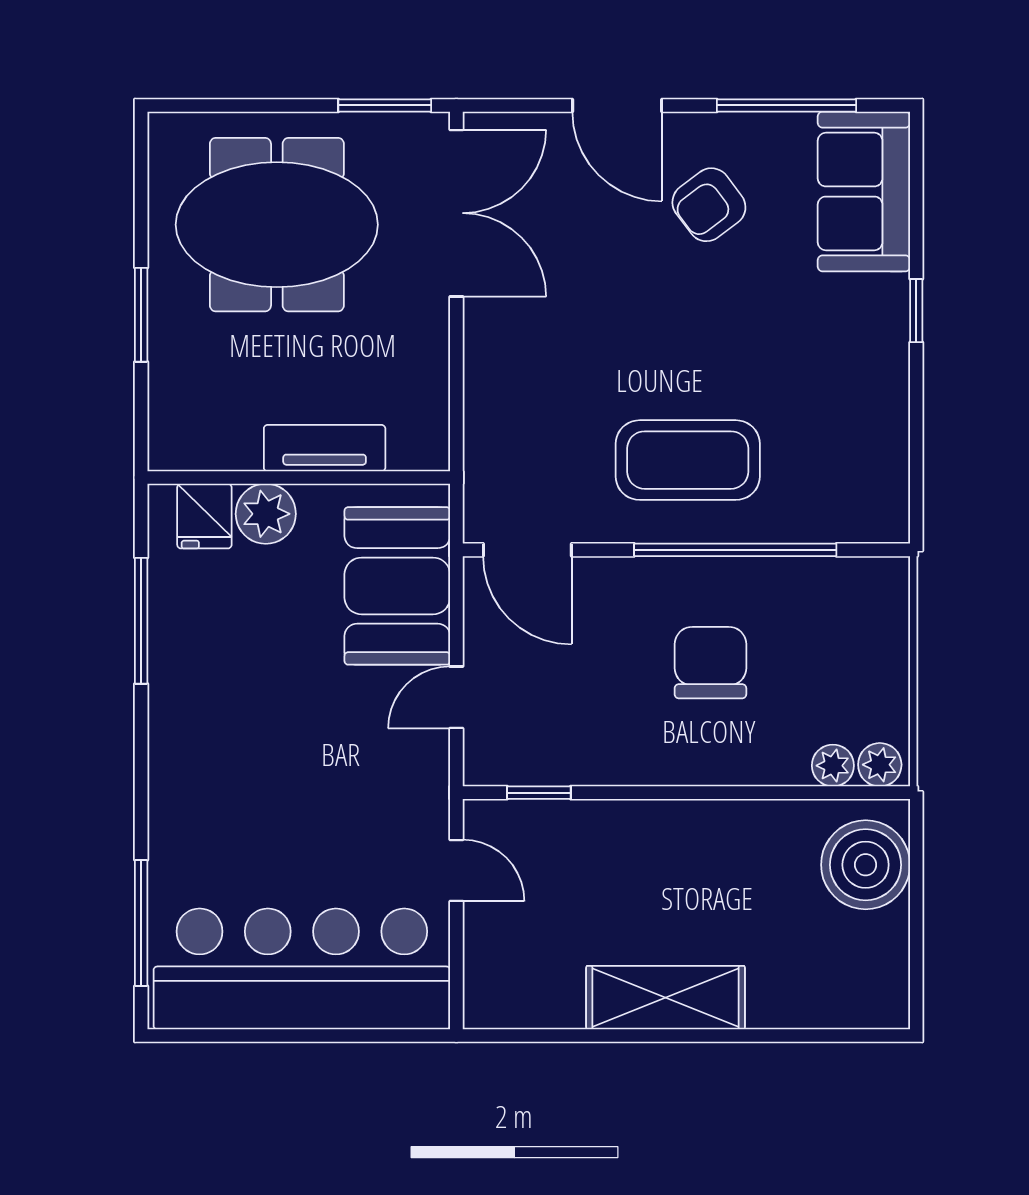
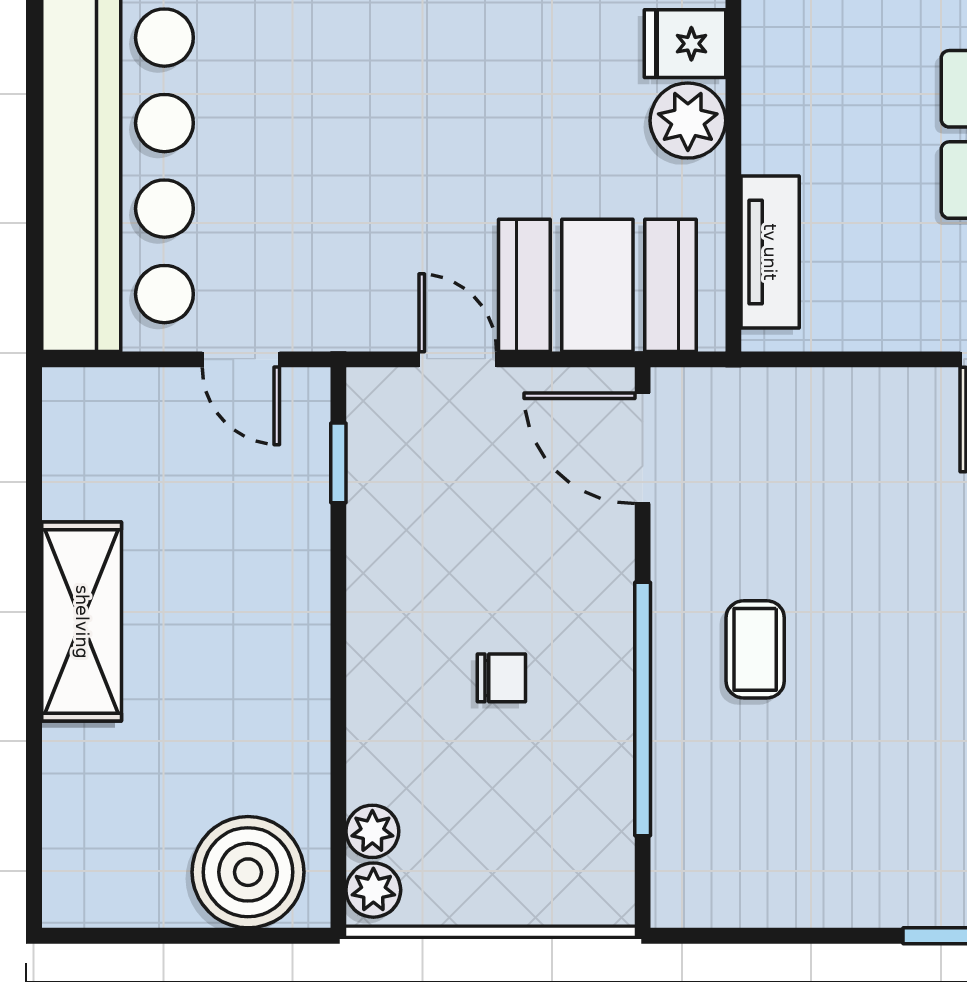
tv unit: (325, 448) -> (770, 252), moved
coffee table: (688, 460) -> (755, 649), width x0.54, depth x0.58
door: (527, 550) -> (643, 448), hinge flipped
chair: (710, 663) -> (501, 678), width x0.54, depth x0.54
door: (456, 870) -> (241, 359), hinge flipped

